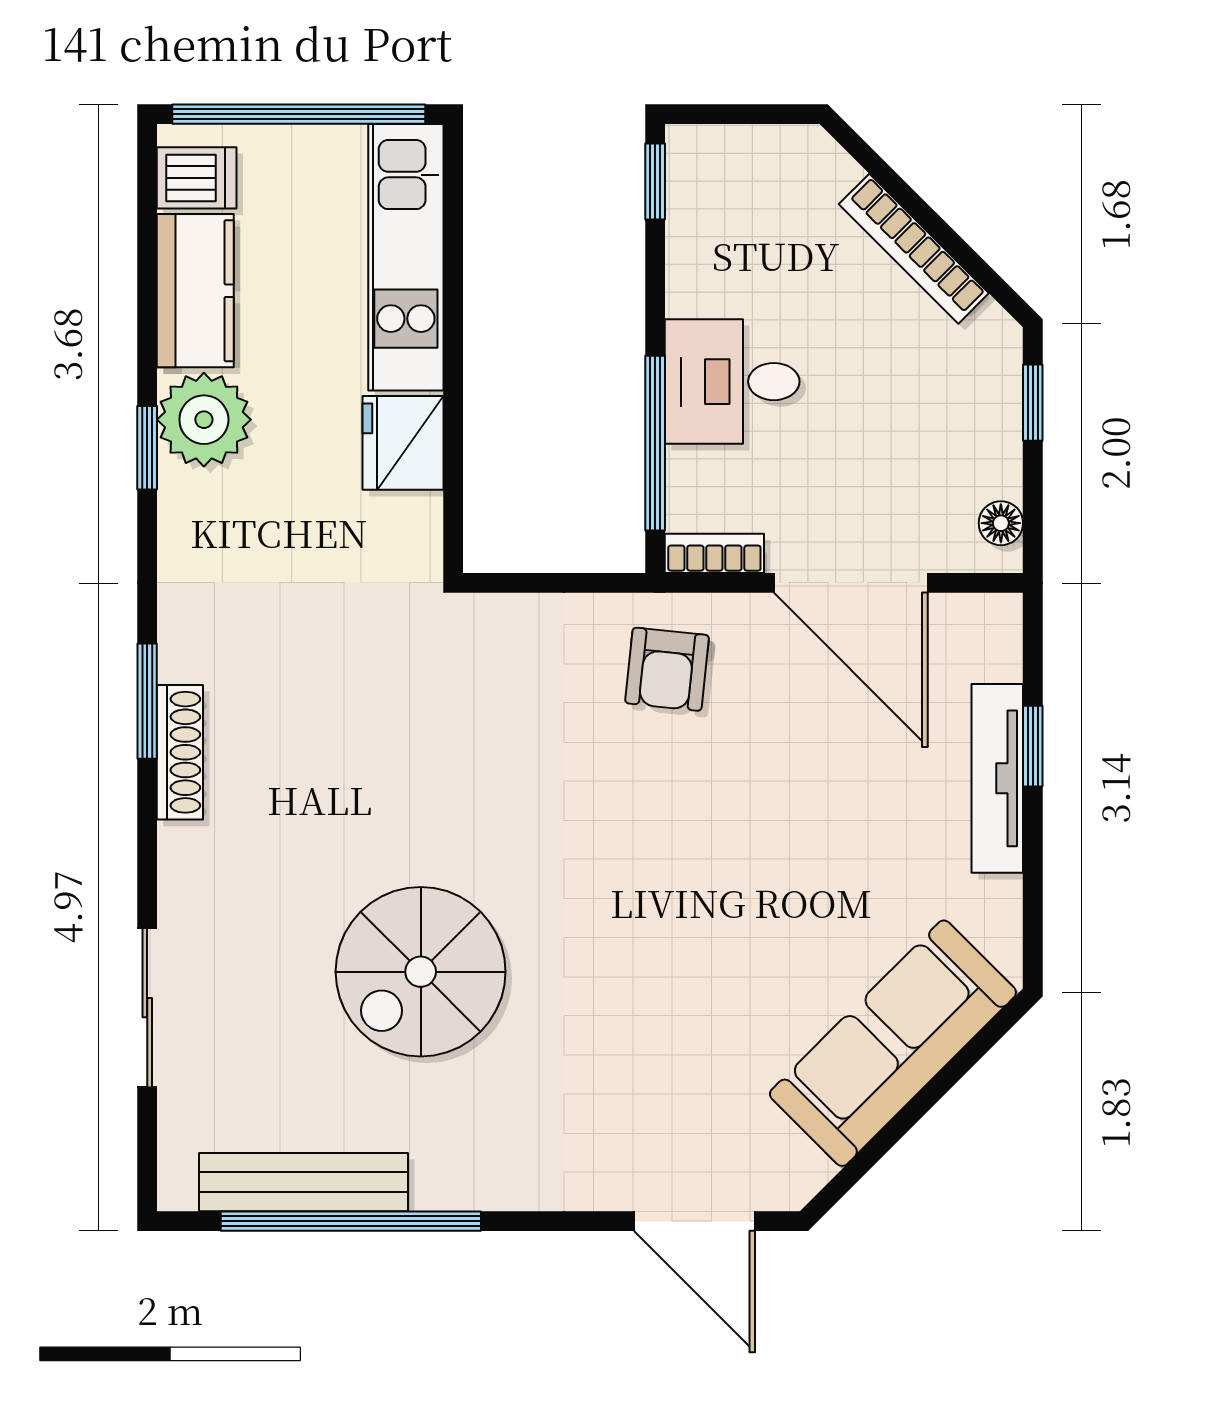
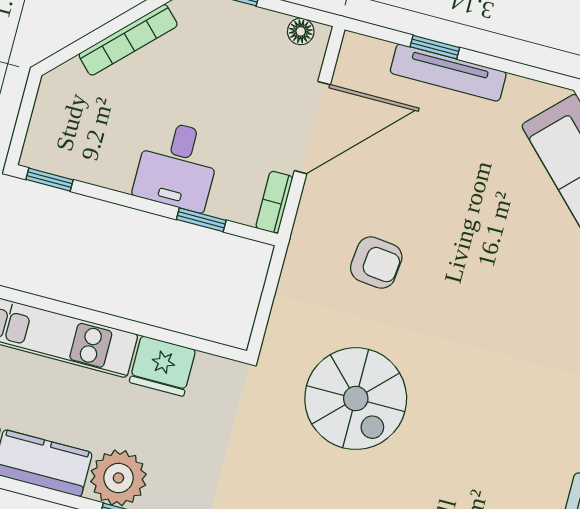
window: (655, 443) -> (201, 220), width x0.46
armchair: (667, 669) -> (376, 263), moved
spiral stairs: (421, 972) -> (356, 399), moved

